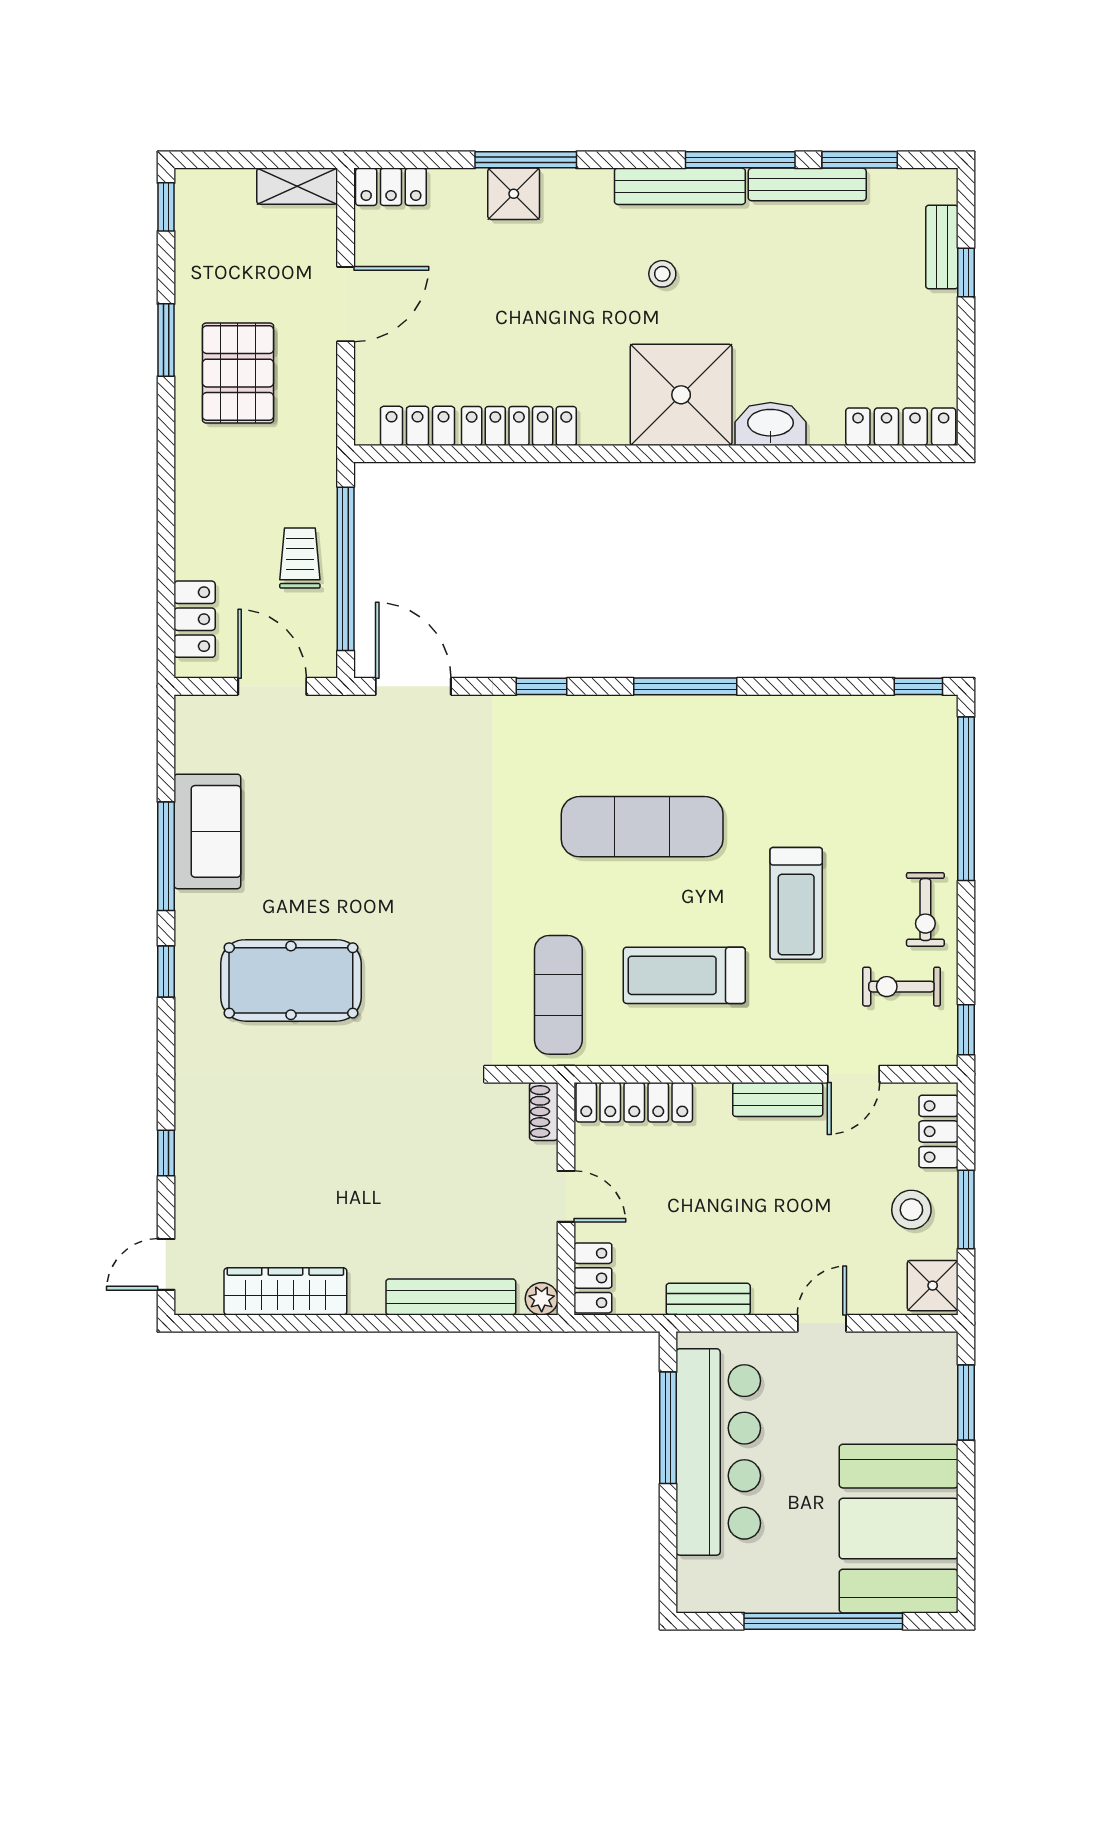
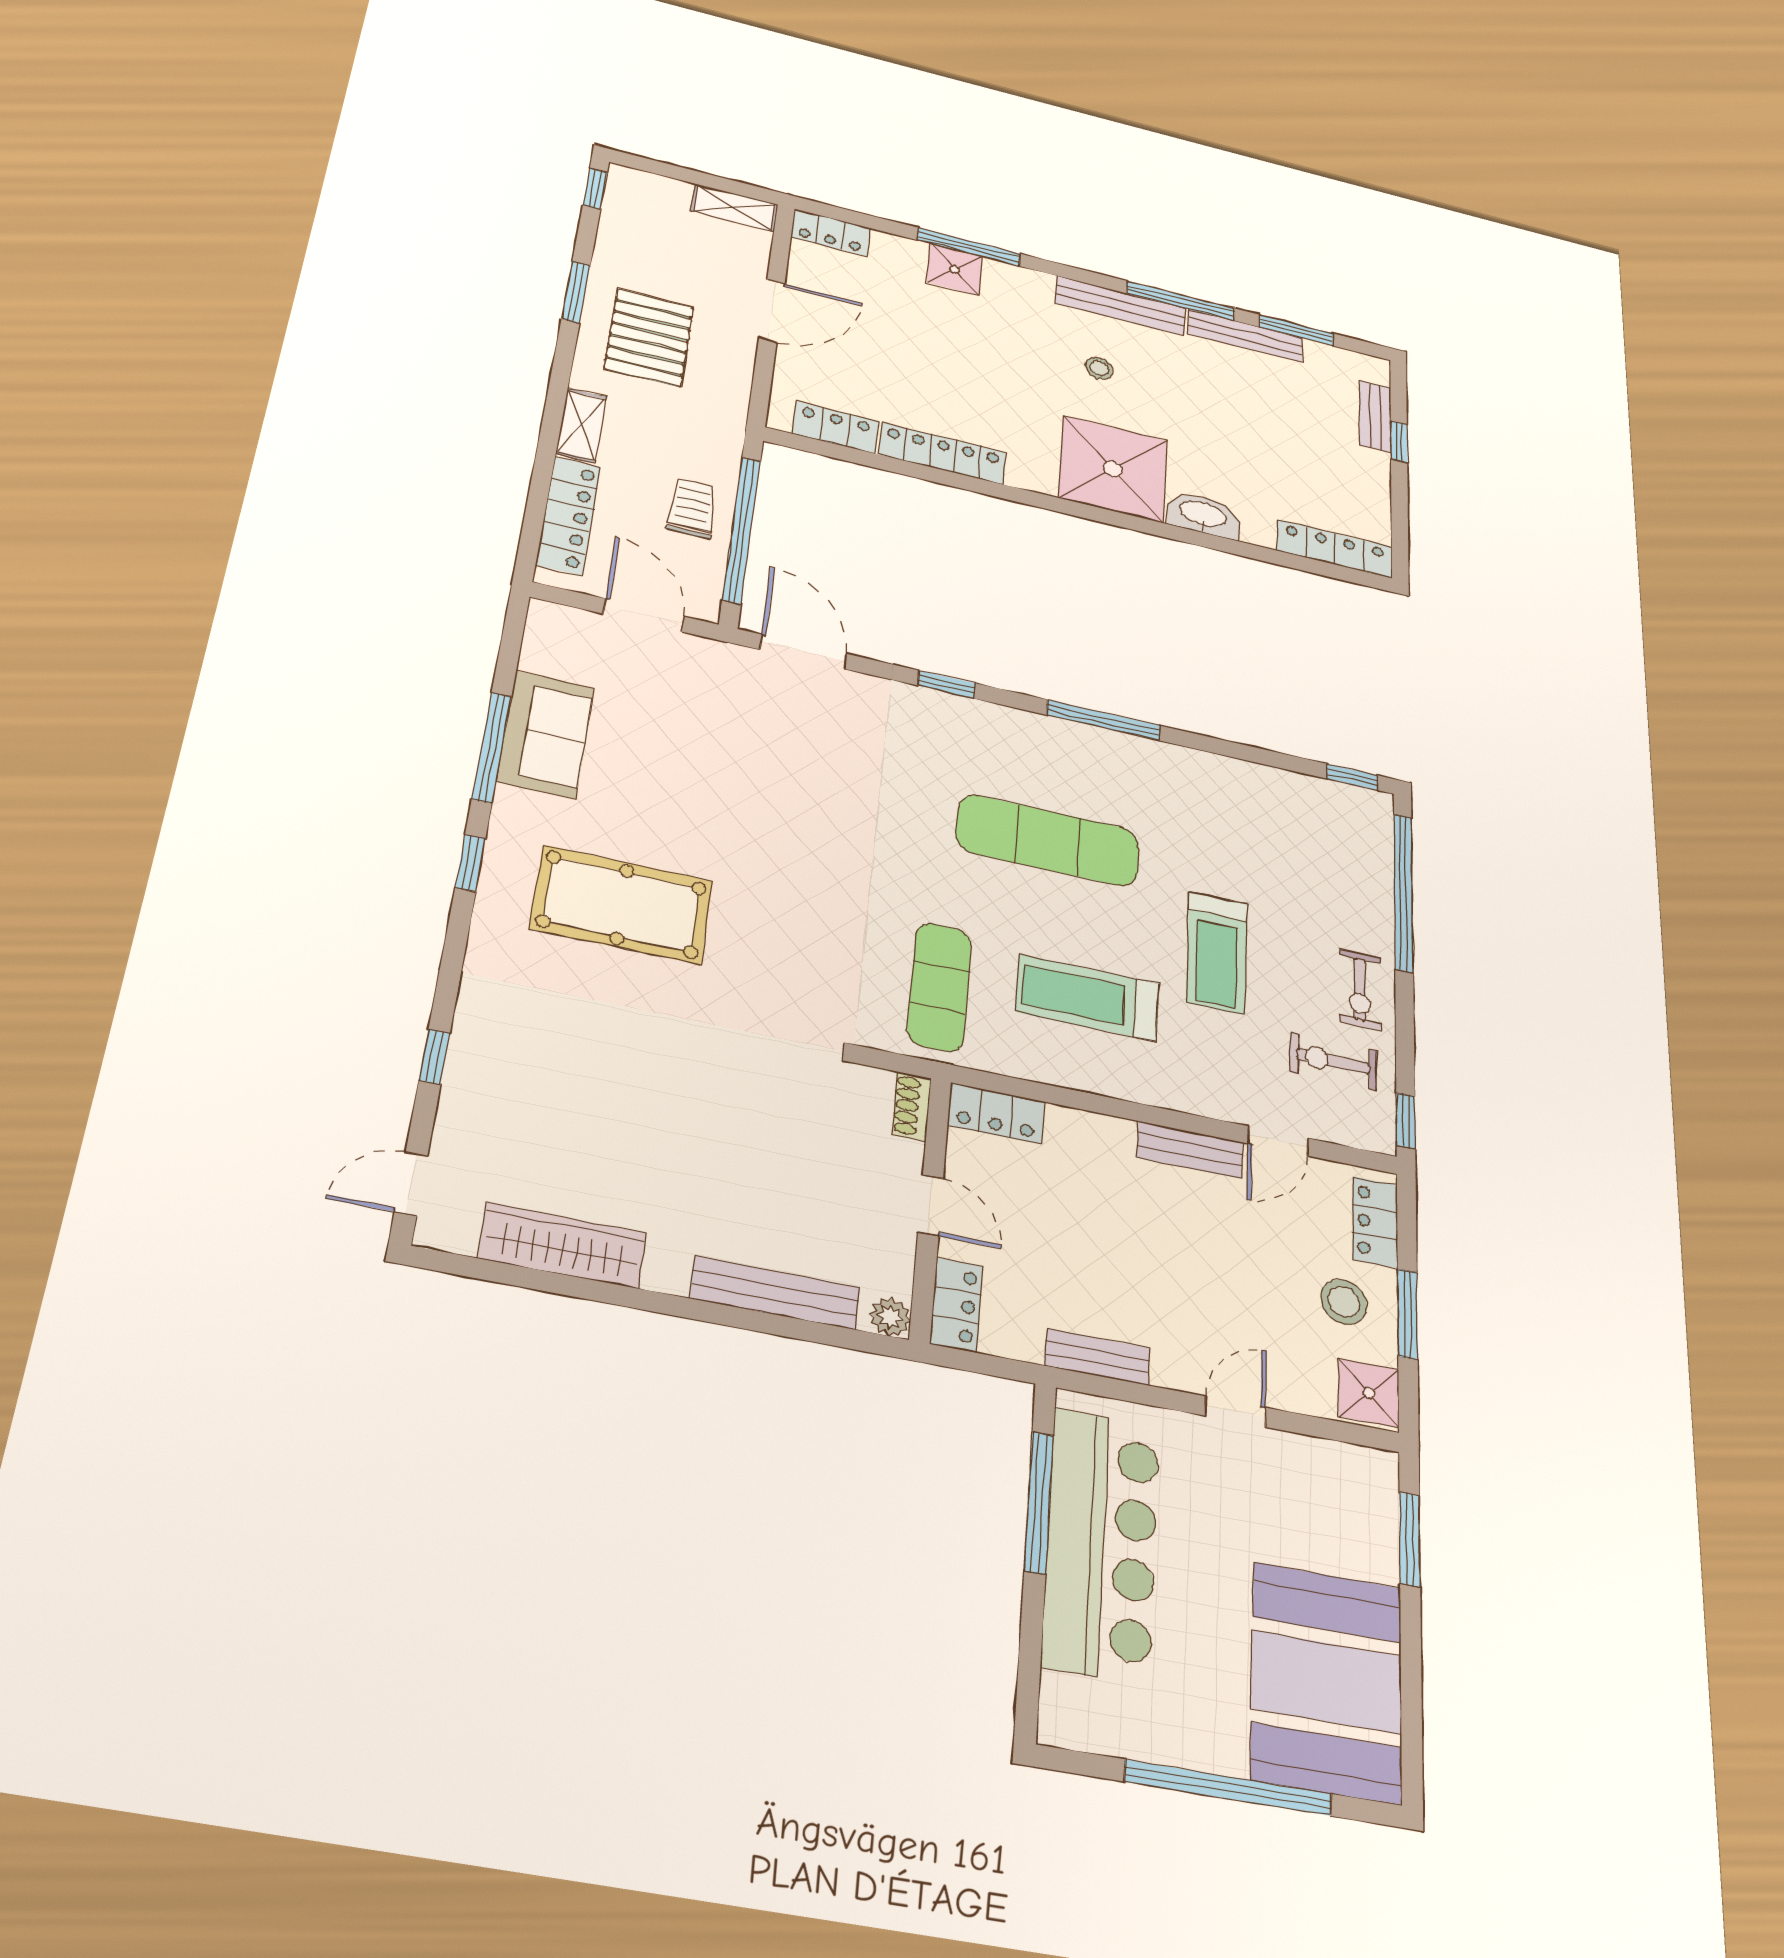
shelving: (192, 494) -> (581, 425), added
locker: (195, 619) -> (569, 516), width x1.53
locker: (634, 1102) -> (996, 1113), width x0.66

